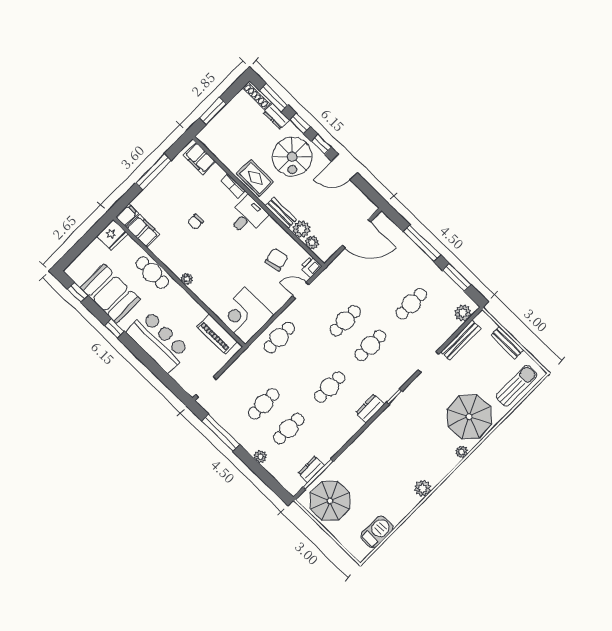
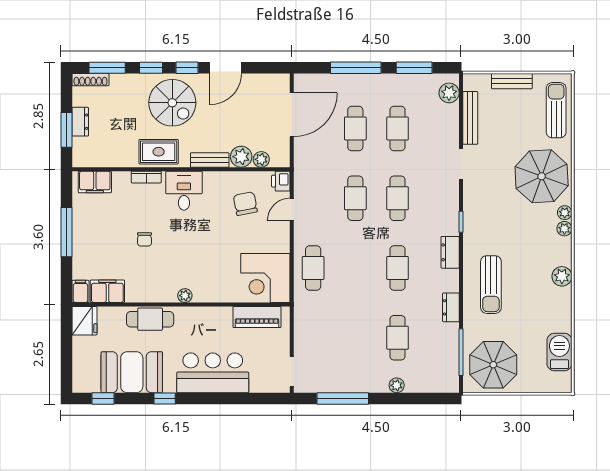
dresser: (276, 116) -> (80, 122), moved, turned -90
cafe table: (264, 404) -> (355, 128), moved
sun lounger: (376, 452) -> (491, 285), added
plant: (452, 461) -> (564, 229), added
dresser: (311, 469) -> (451, 307), moved

